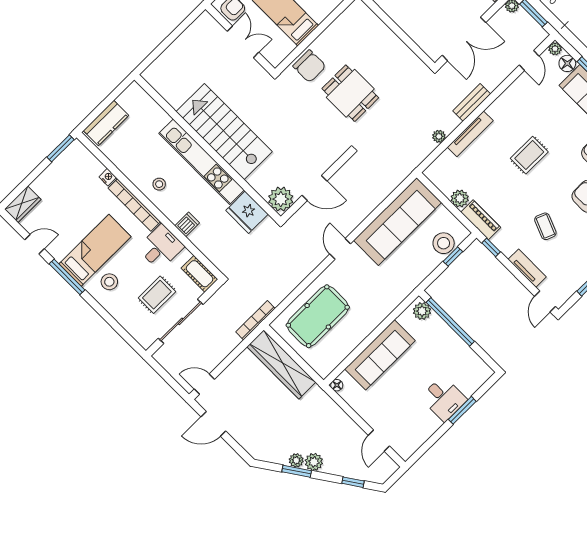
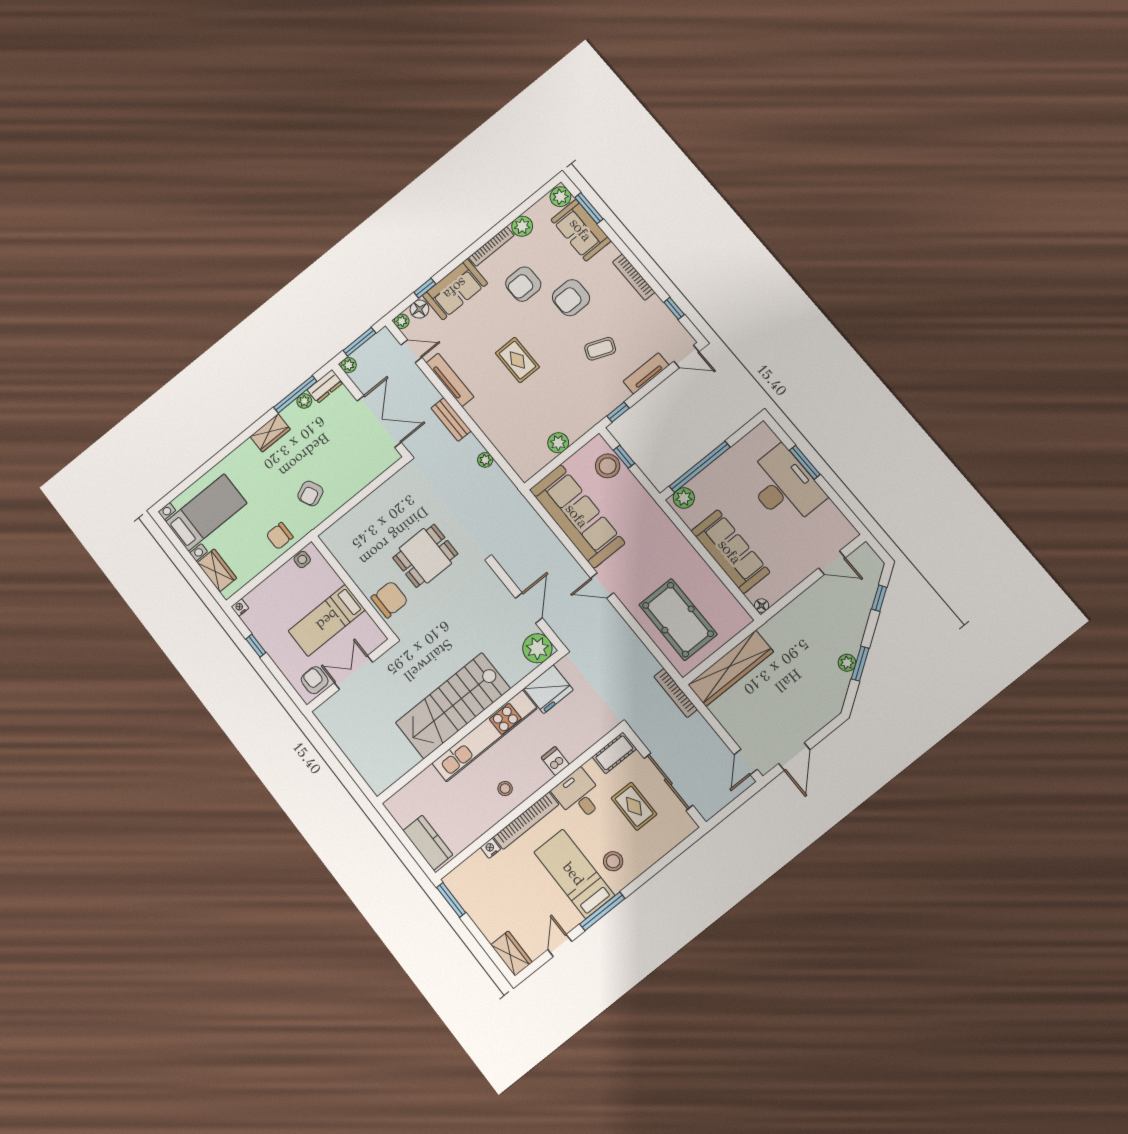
tv unit: (470, 134) -> (450, 380), moved
piano: (481, 220) -> (585, 421), removed
desk: (444, 399) -> (784, 487), width x1.87, depth x1.30
plant: (314, 462) -> (851, 642), removed

